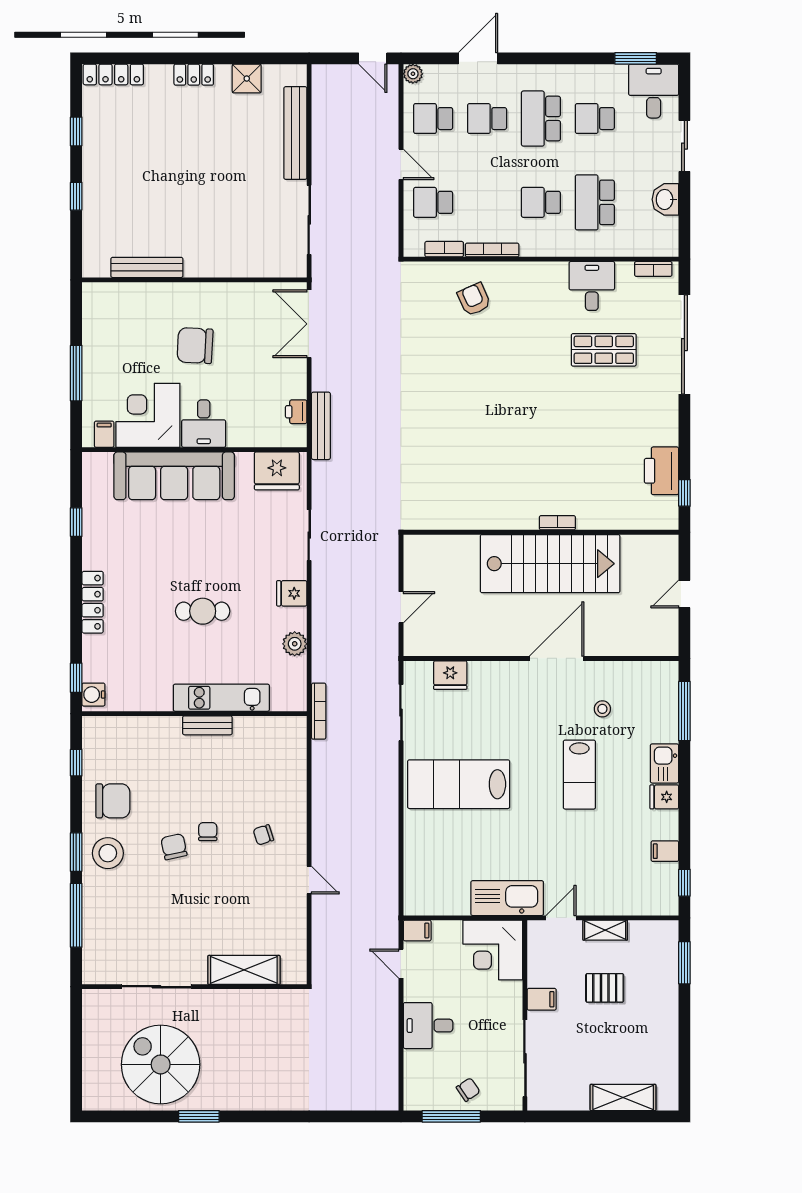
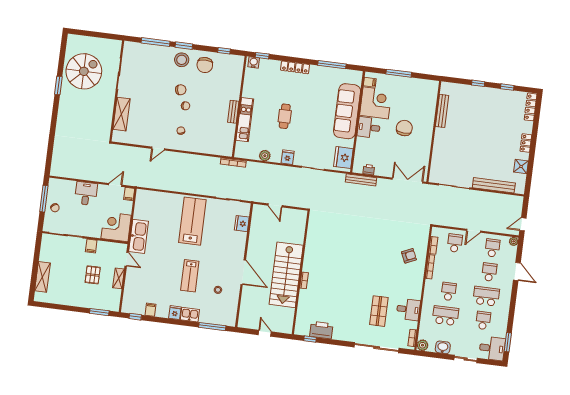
plant: (666, 245) -> (423, 345), added
window: (76, 522) -> (332, 65), width x2.17
lab bench: (579, 775) -> (190, 276), turned -90

